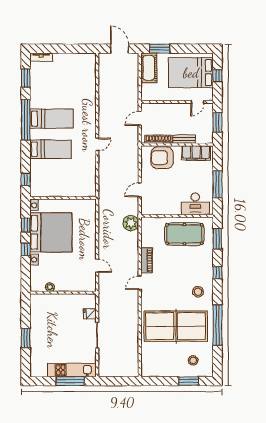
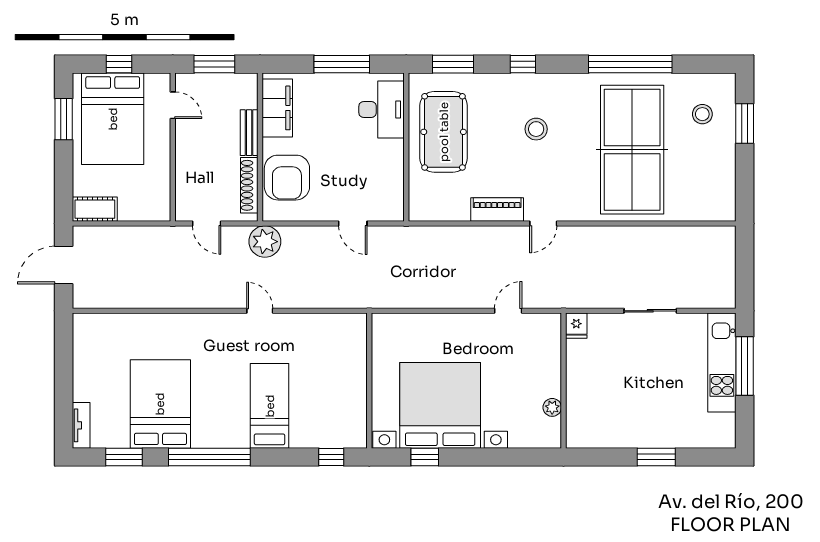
window: (160, 49) -> (64, 119), moved
cot: (149, 68) -> (95, 209), width x0.73, depth x0.75
bed: (52, 119) -> (160, 404), moved, width x1.50
plant: (131, 223) -> (265, 242), moved
window: (26, 249) -> (474, 457), removed
door: (140, 283) -> (543, 223), hinge flipped
stool: (198, 292) -> (536, 129), moved
fridge: (90, 314) -> (576, 326), moved

